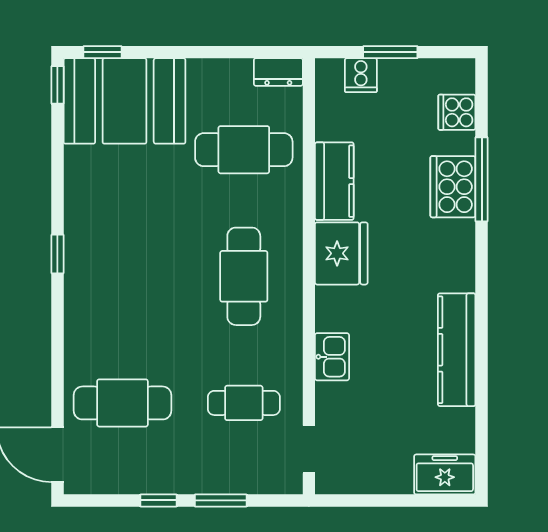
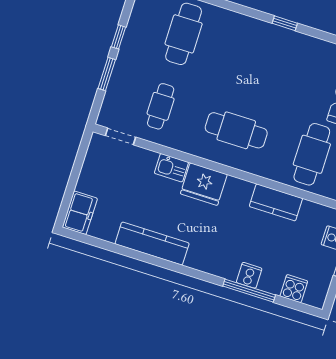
cooker: (453, 187) -> (249, 275), width x0.53, depth x0.76
fridge: (341, 253) -> (204, 184), moved

